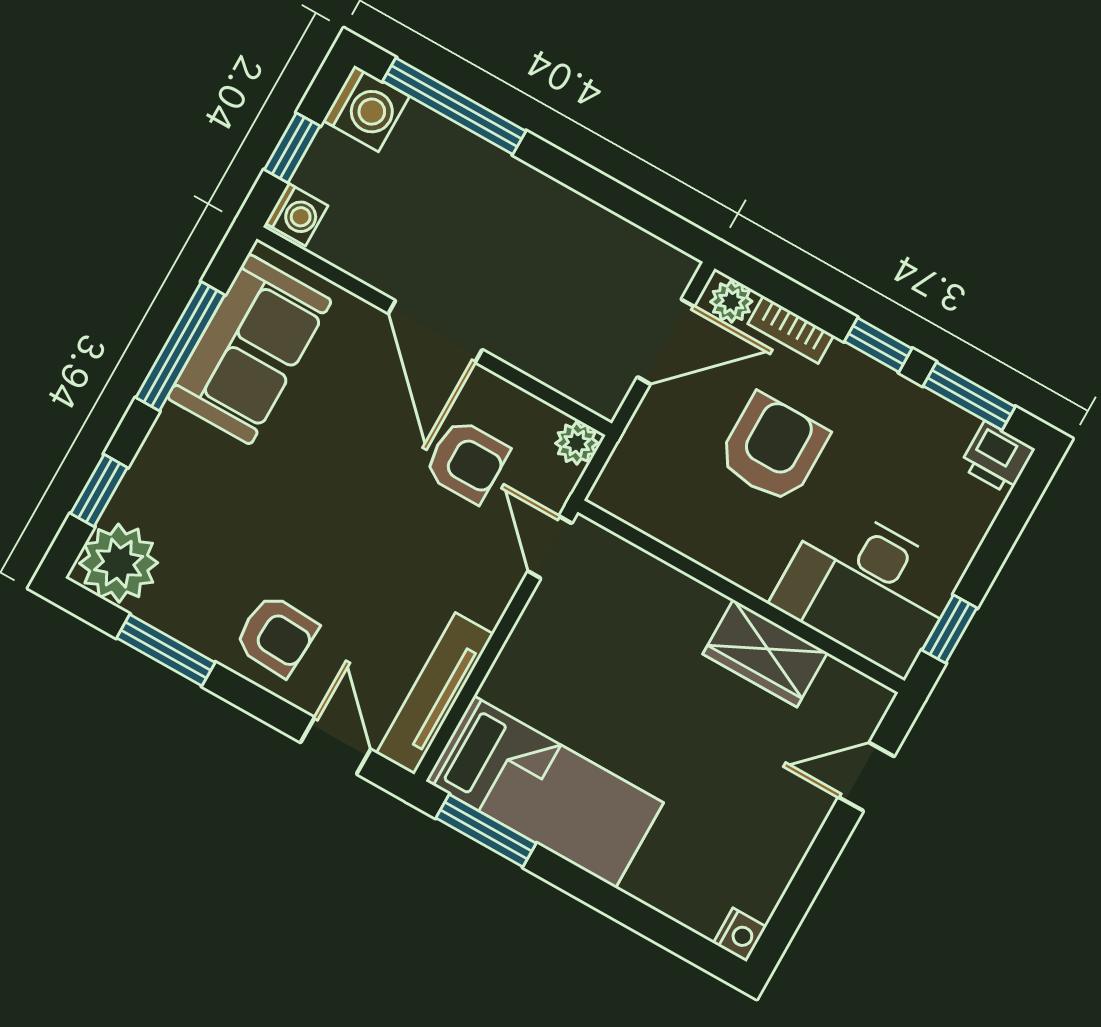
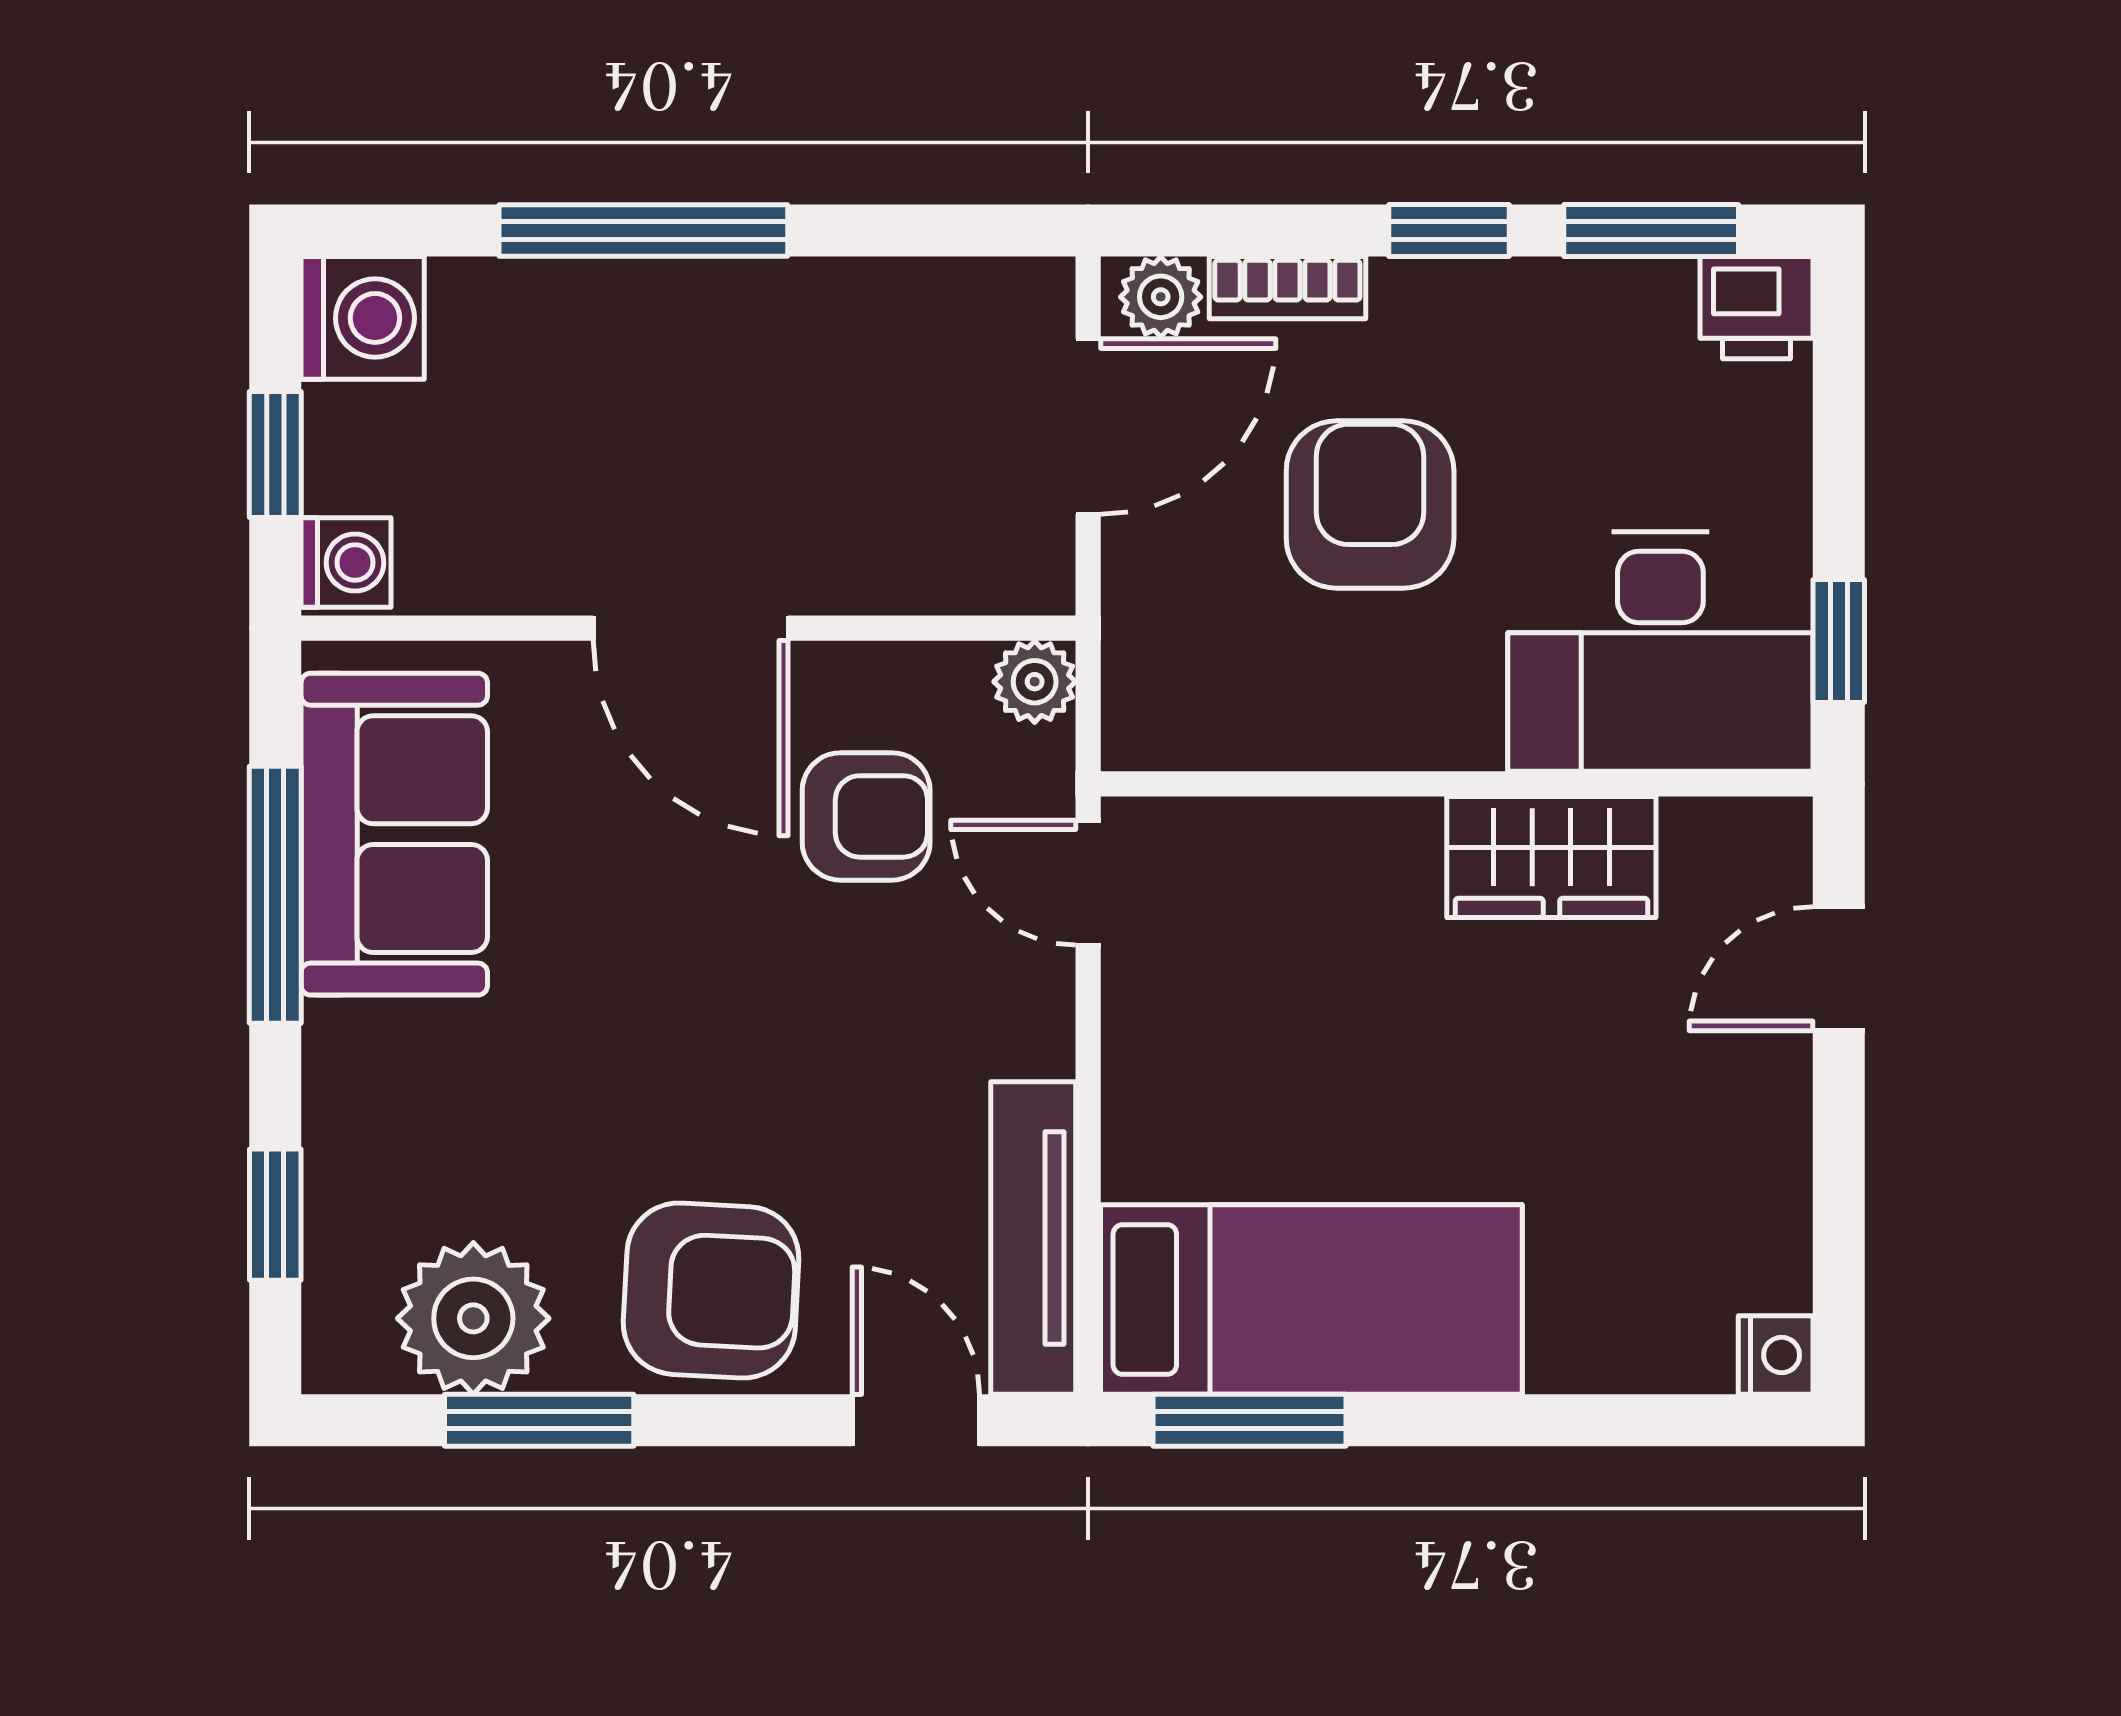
window: (454, 106) -> (643, 231), moved
plant: (119, 563) -> (473, 1318), moved
armchair: (276, 635) -> (711, 1291), width x1.38, depth x1.38

